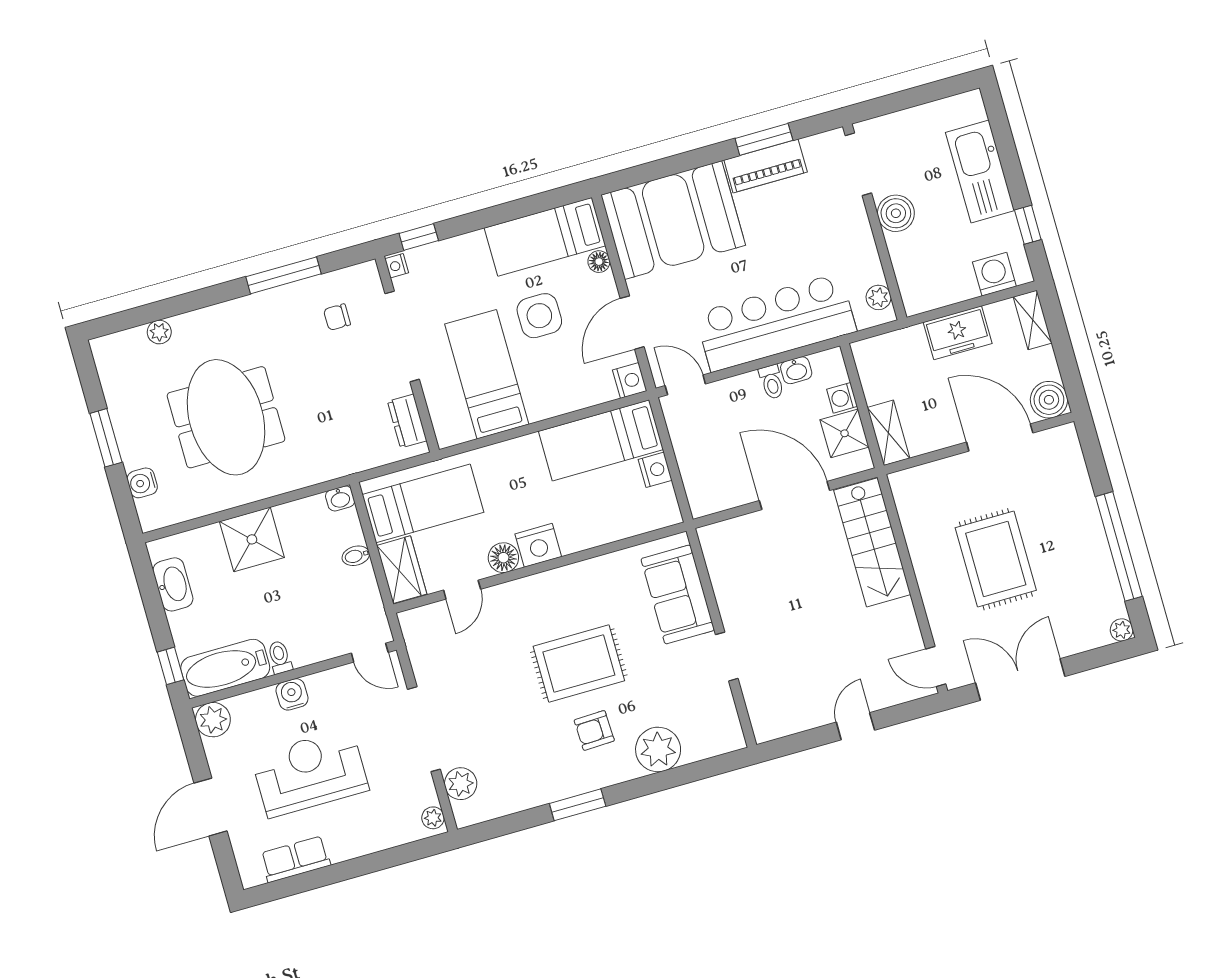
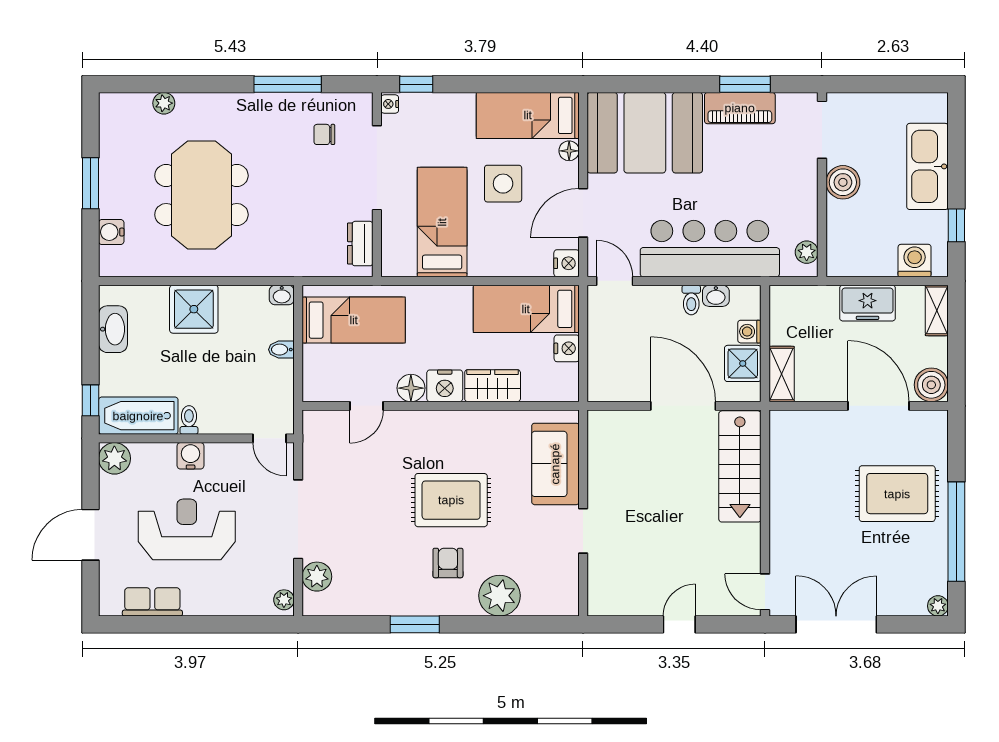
rug: (996, 559) -> (897, 494), moved, turned 90
wardrobe: (402, 570) -> (493, 386), moved, turned -90
armchair: (594, 730) -> (448, 563), turned 92

